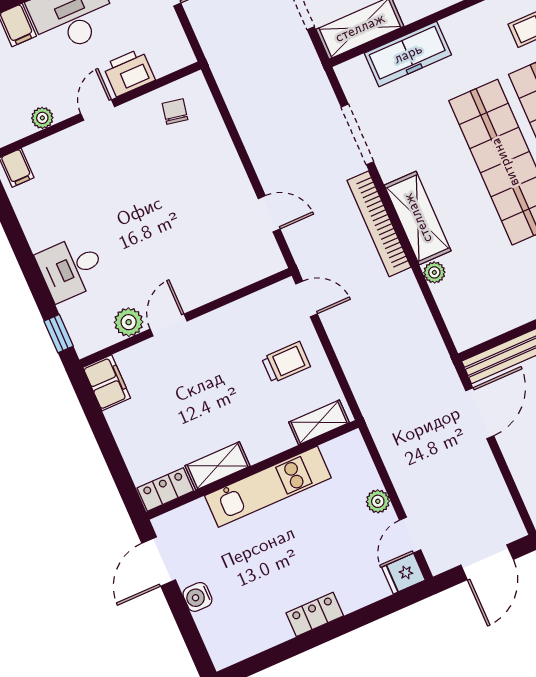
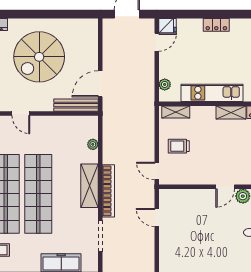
plant: (434, 272) -> (93, 144), moved
plant: (378, 501) -> (165, 84), moved

